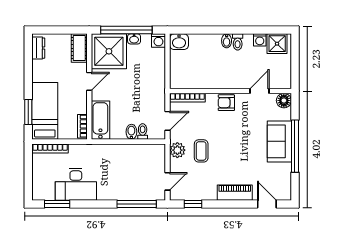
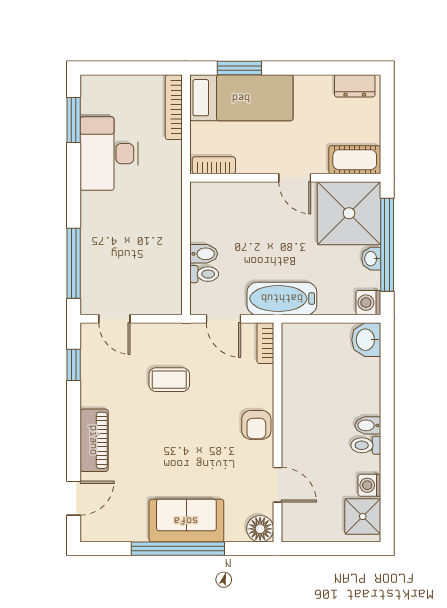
bookcase: (187, 98) -> (265, 343), width x0.64
armchair: (226, 103) -> (256, 425), turned 180
bathtub: (100, 120) -> (282, 298), moved, turned 180
plant: (177, 150) -> (171, 337), removed

